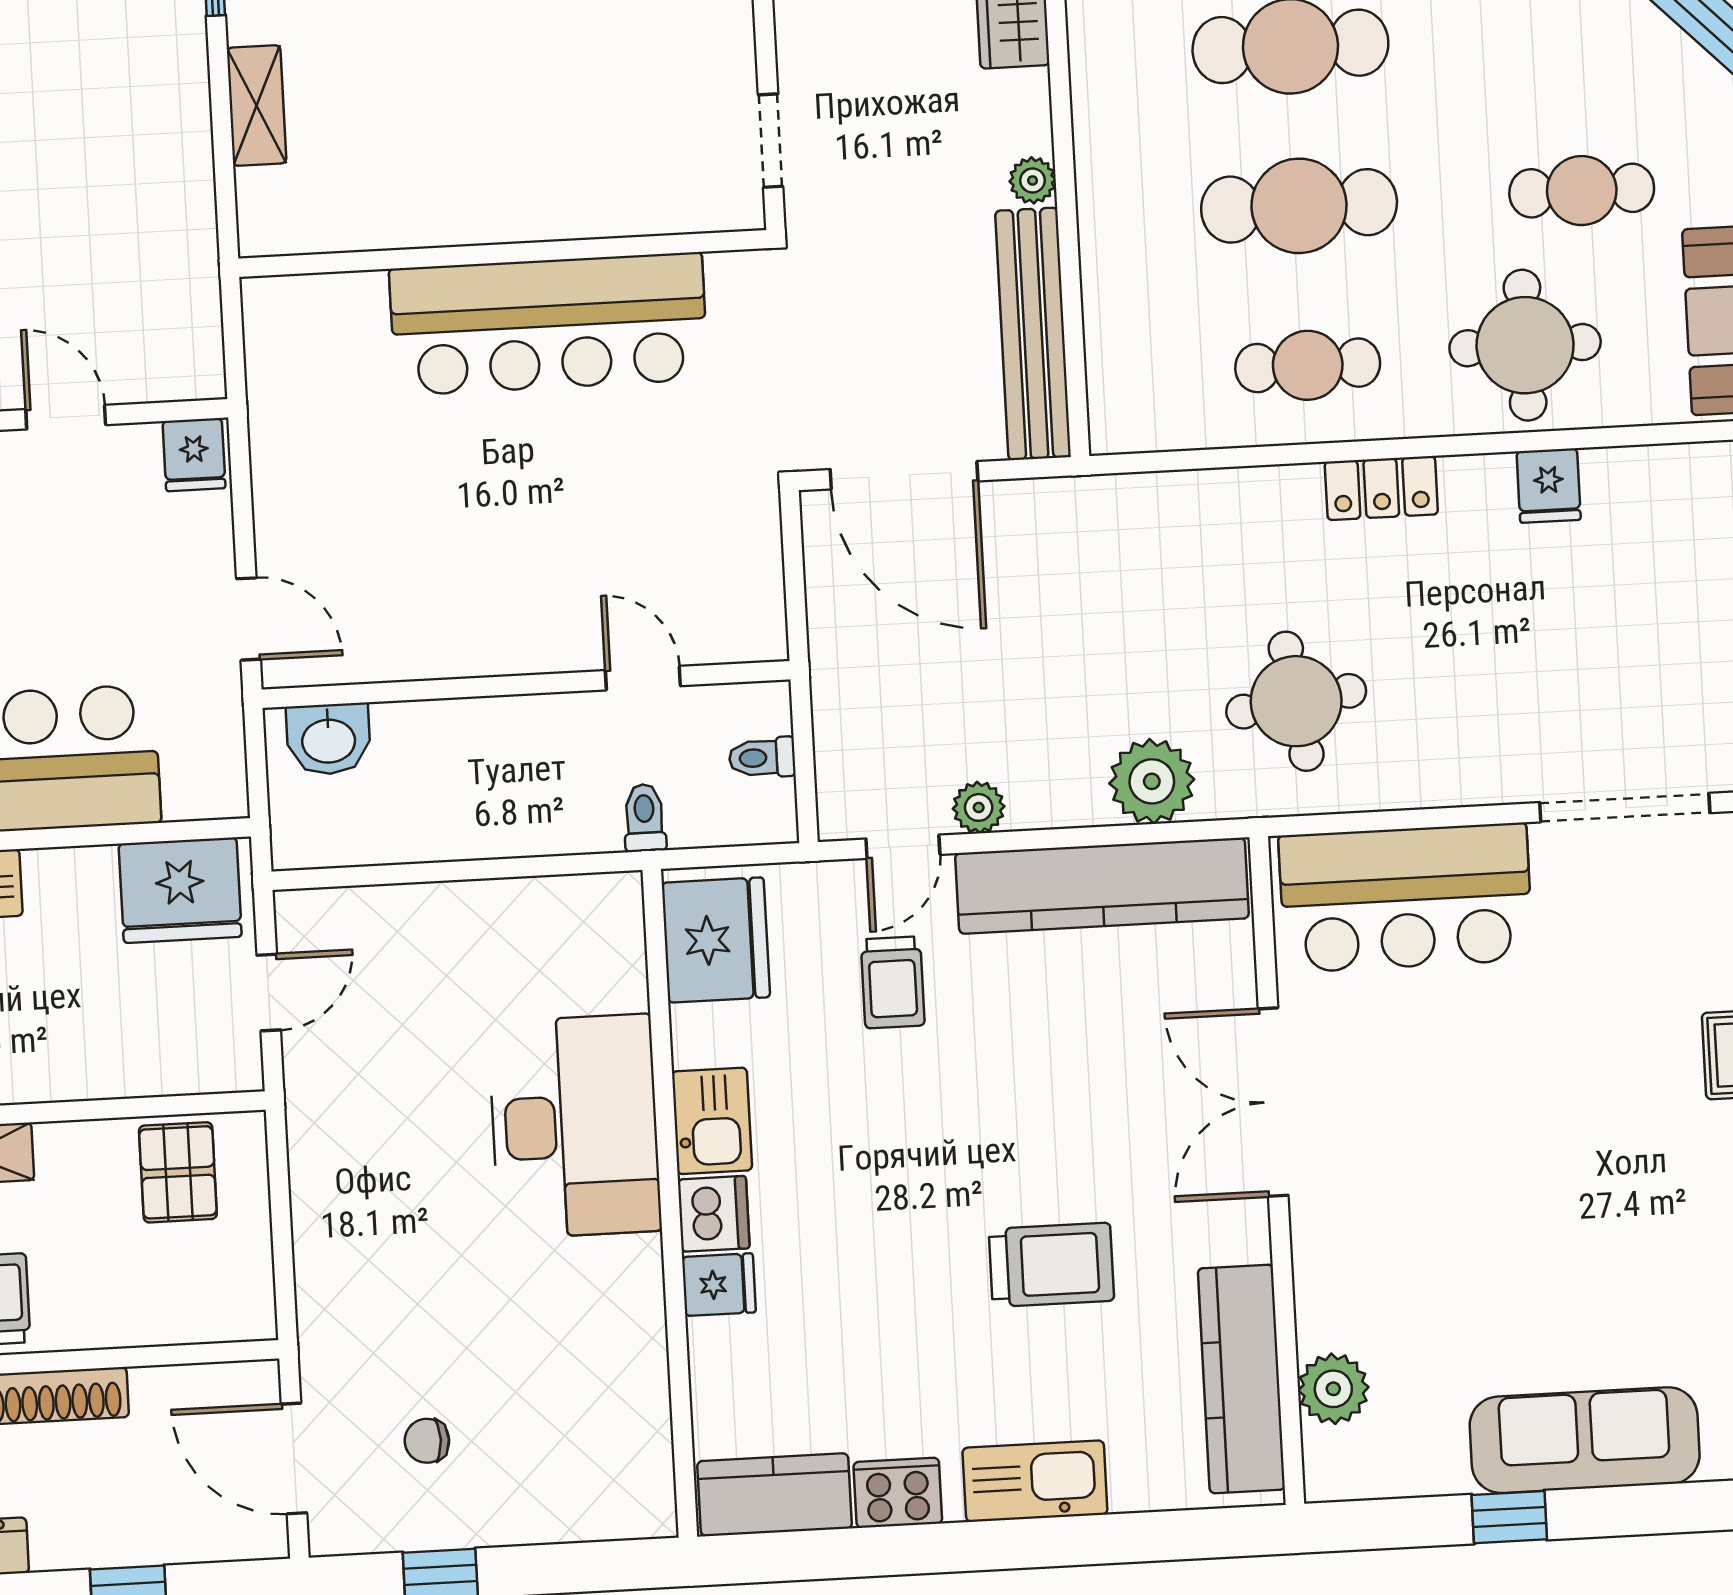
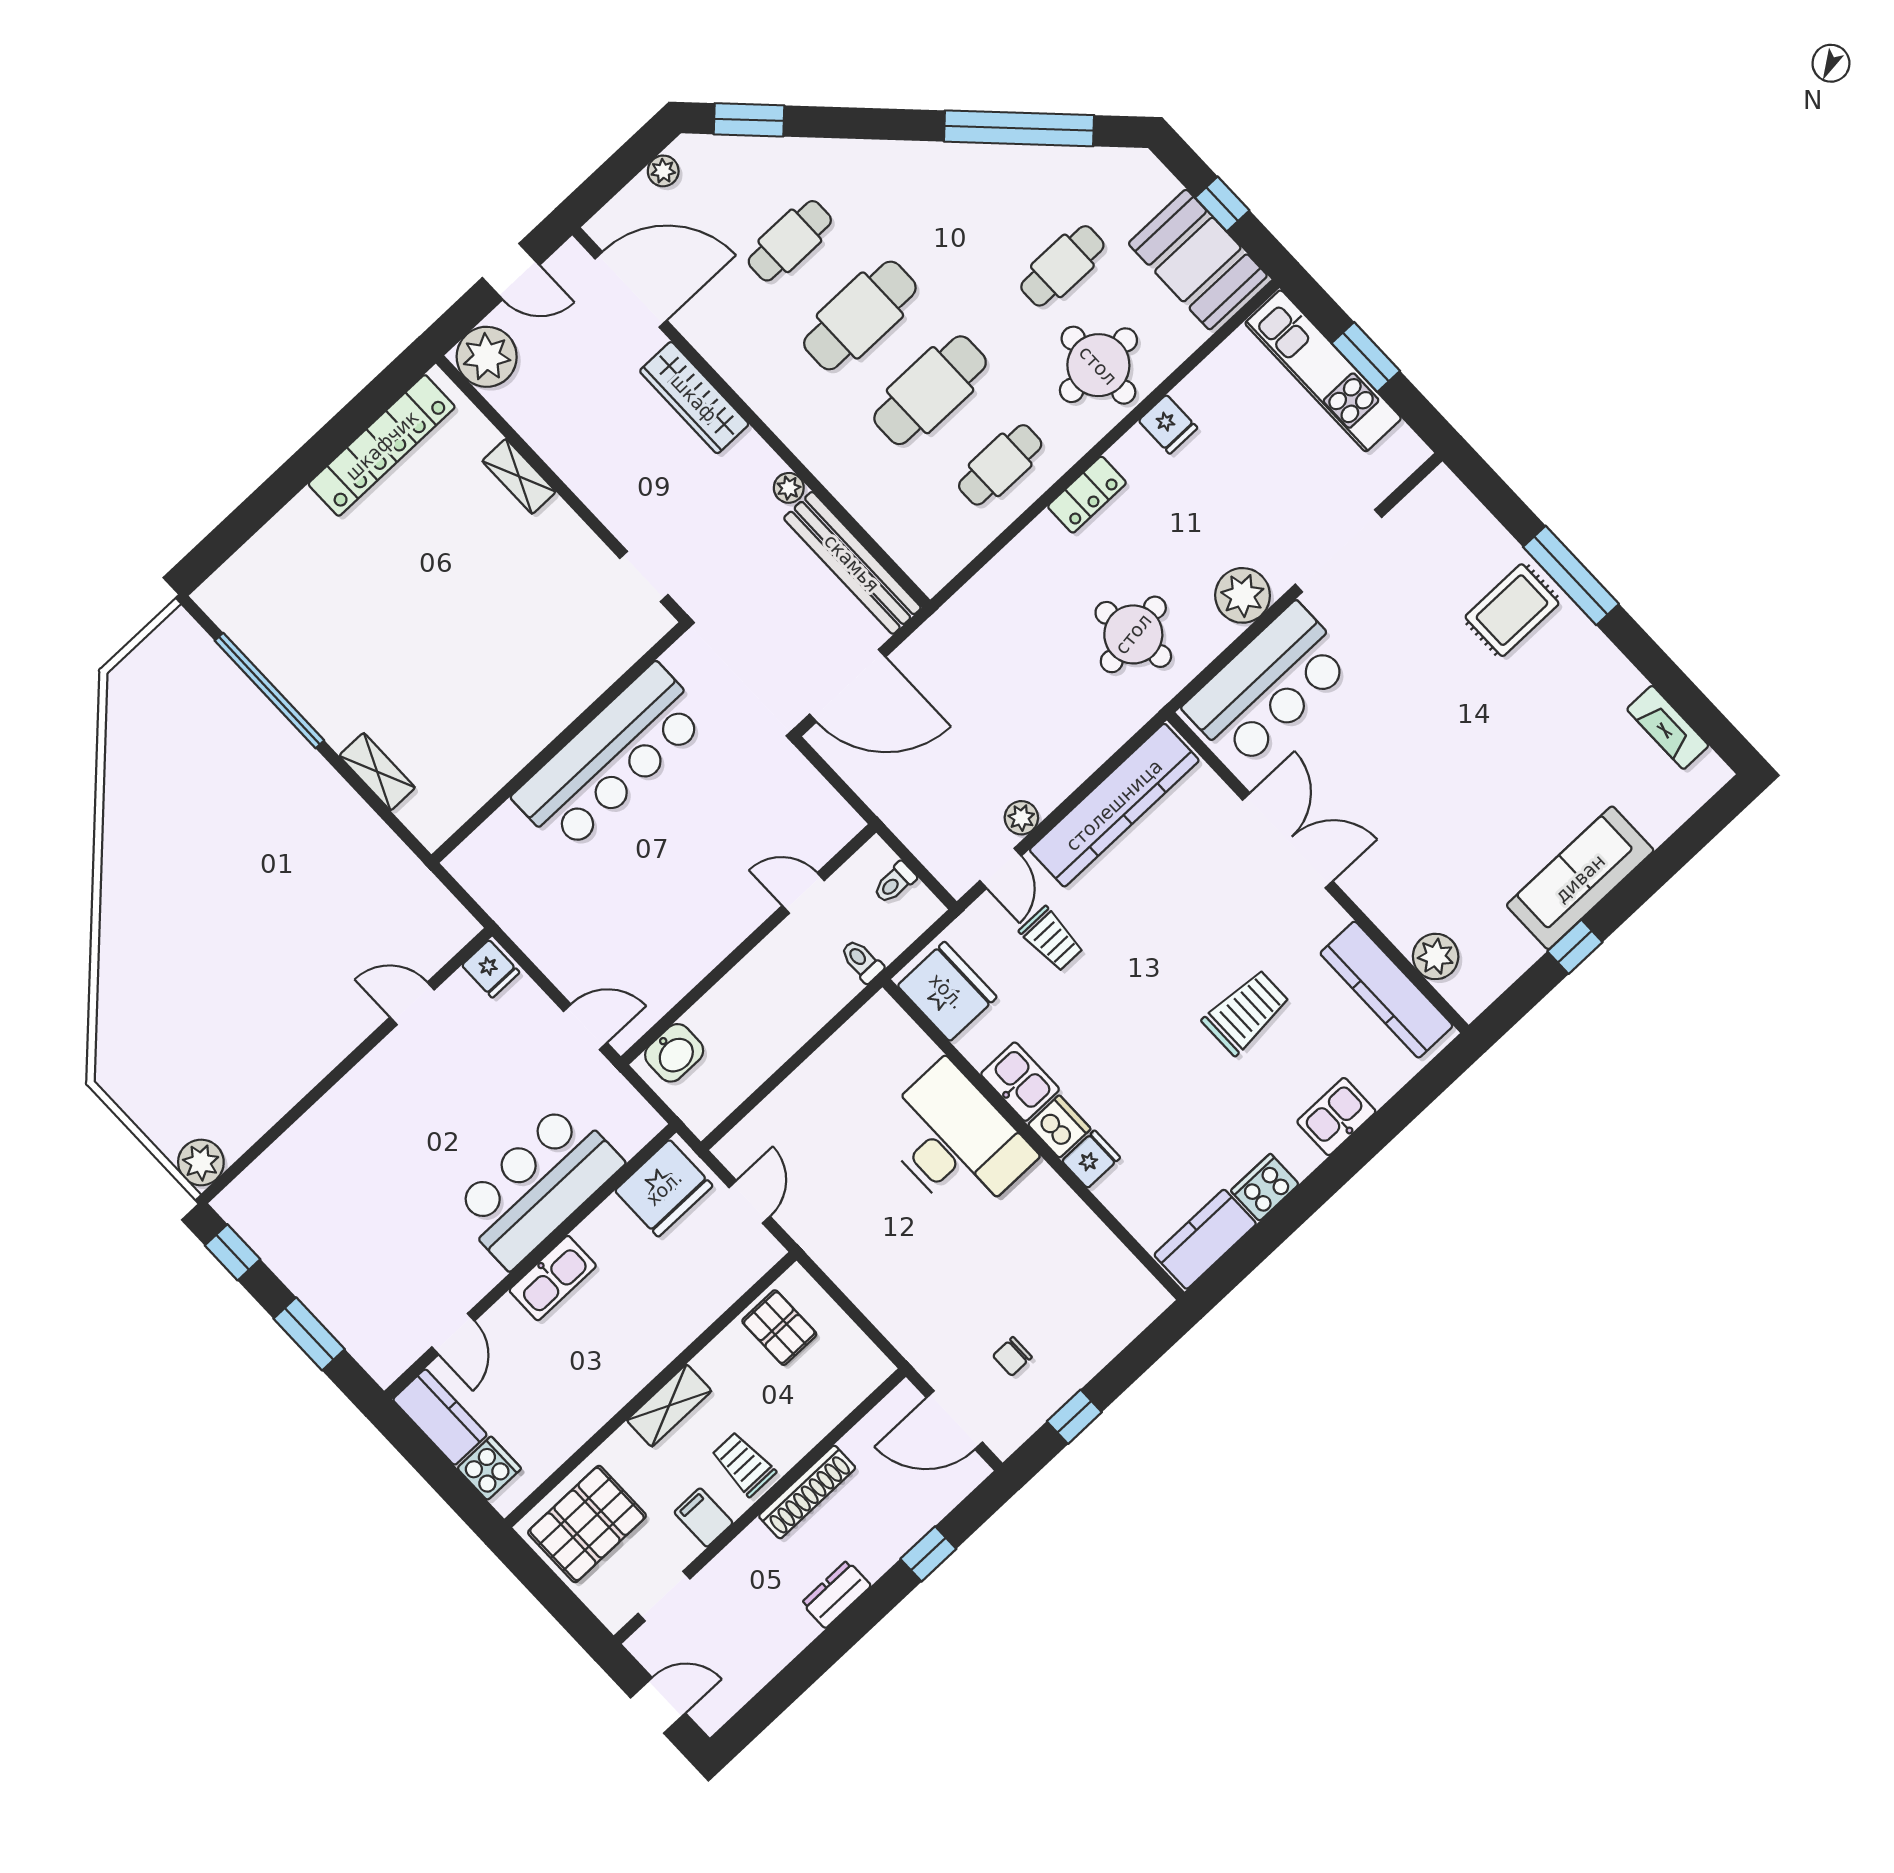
plant: (1152, 781) -> (1243, 595), moved
double door: (1273, 1102) -> (1288, 841), swing flipped
kitchen sink: (1035, 1481) -> (1336, 1117), width x0.73

